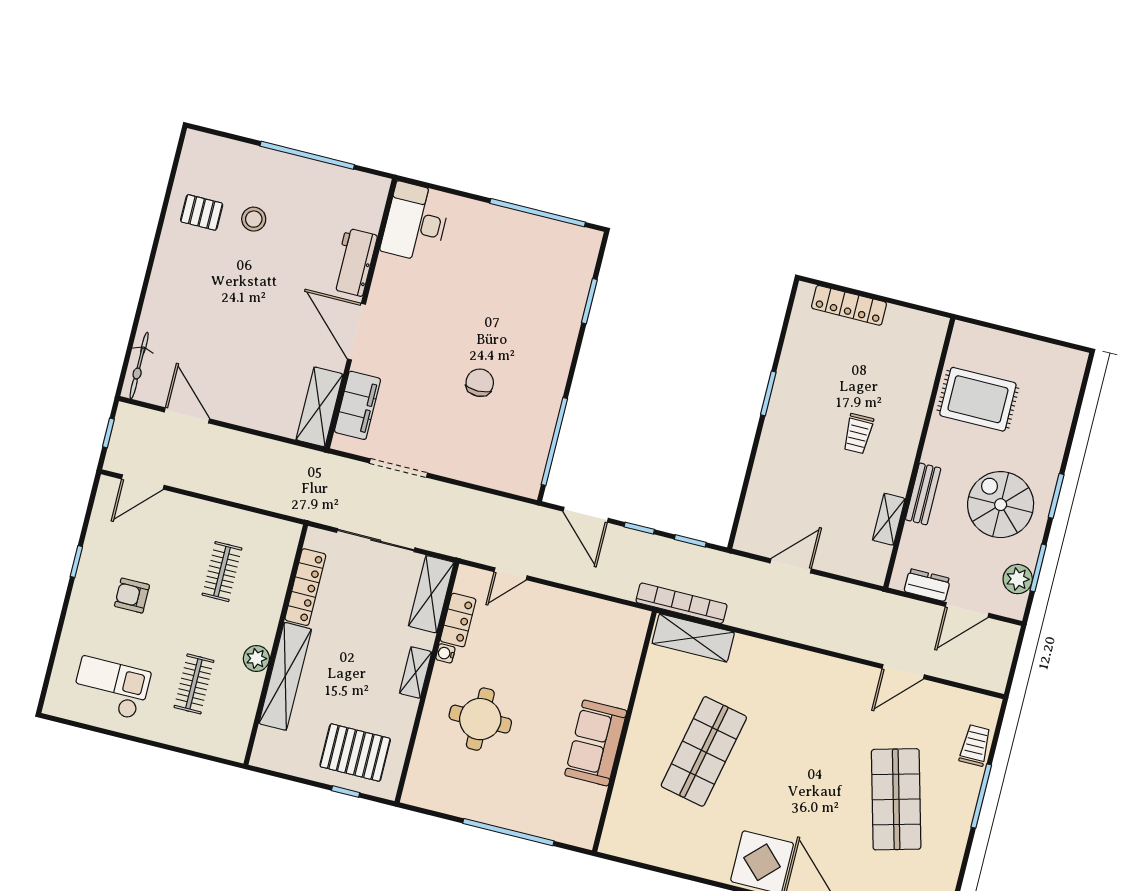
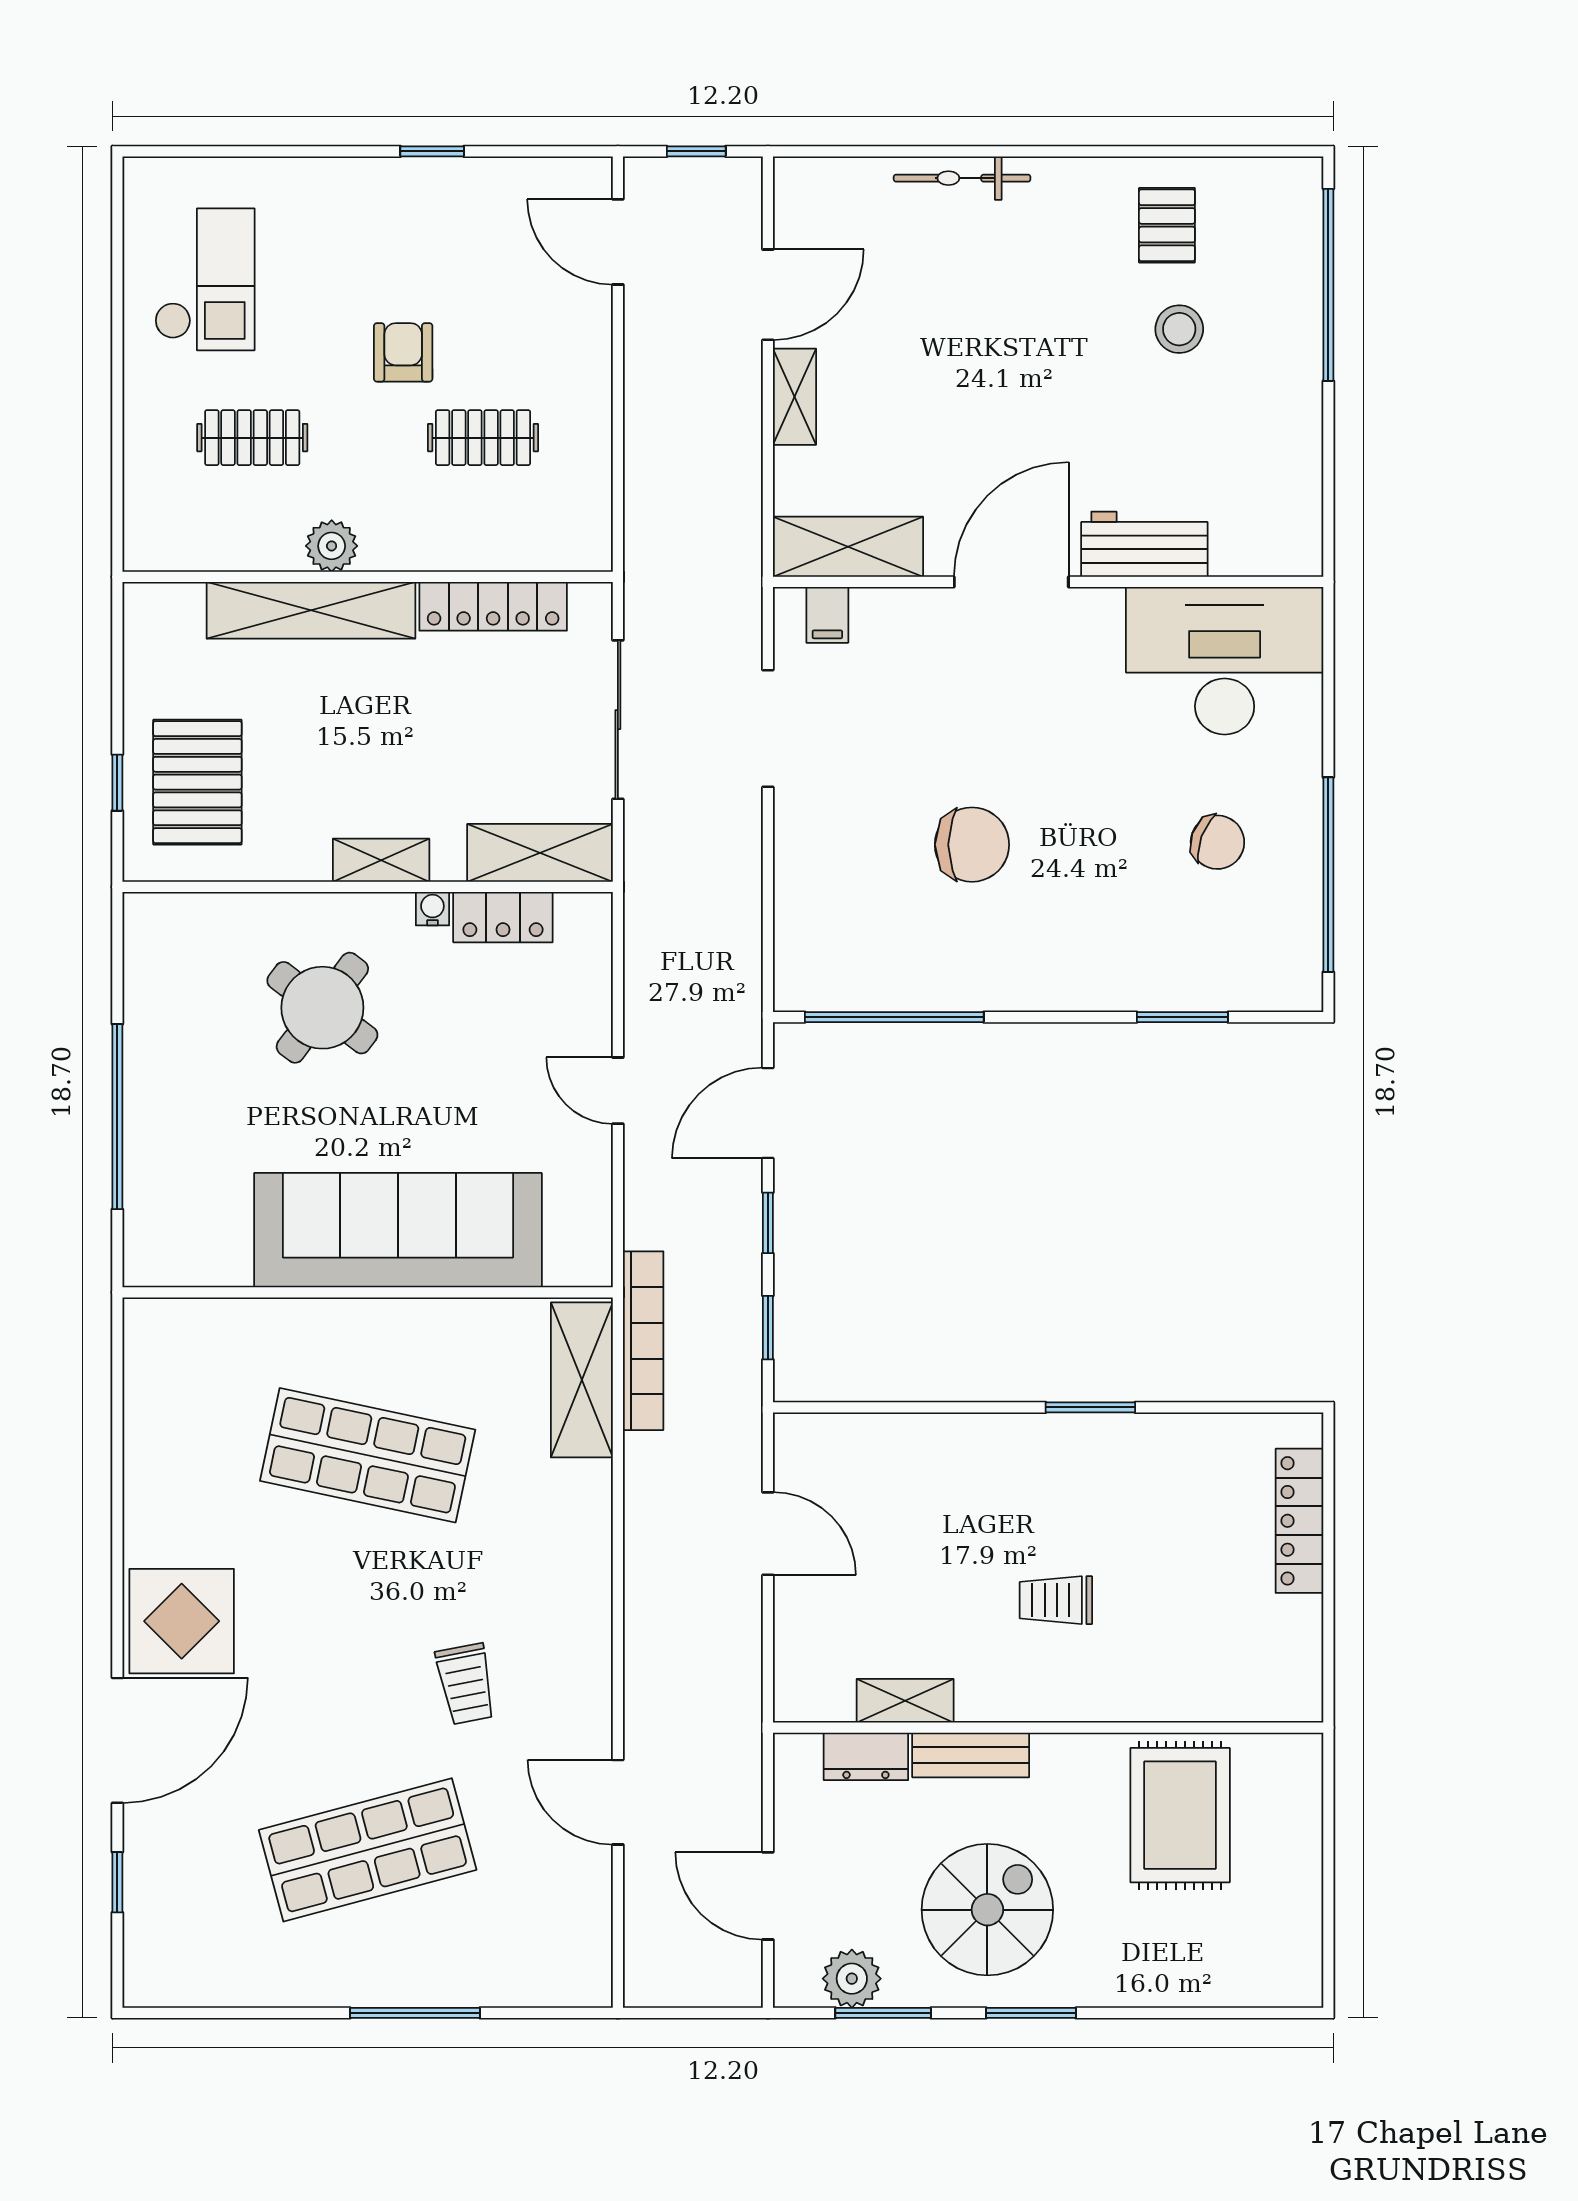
window: (307, 155) -> (1328, 285), moved
desk: (416, 222) -> (1225, 661), width x1.36, depth x1.30
chair: (508, 263) -> (1217, 842), added
bicycle: (139, 365) -> (962, 178), moved
chair: (480, 383) -> (972, 845), width x1.37, depth x1.37
filing cabinet: (358, 405) -> (827, 615), width x0.33, depth x0.86
shelving: (240, 415) -> (795, 397), added
door: (511, 574) -> (618, 1091), moved
dresser: (927, 585) -> (866, 1756), moved, turned 90
armchair: (132, 596) -> (403, 352), moved
round table: (480, 719) -> (322, 1008), turned 37
sofa: (596, 743) -> (398, 1230), width x1.85, depth x1.27
trolley: (975, 745) -> (466, 1684), moved, turned 79

